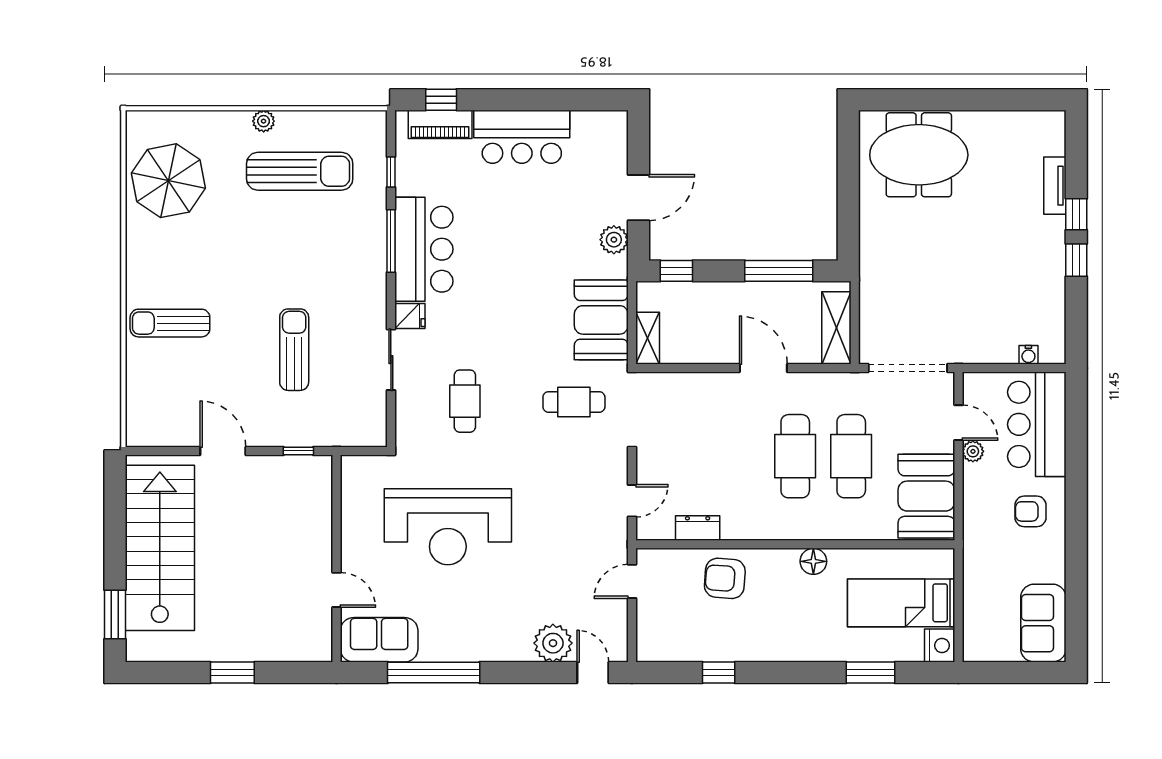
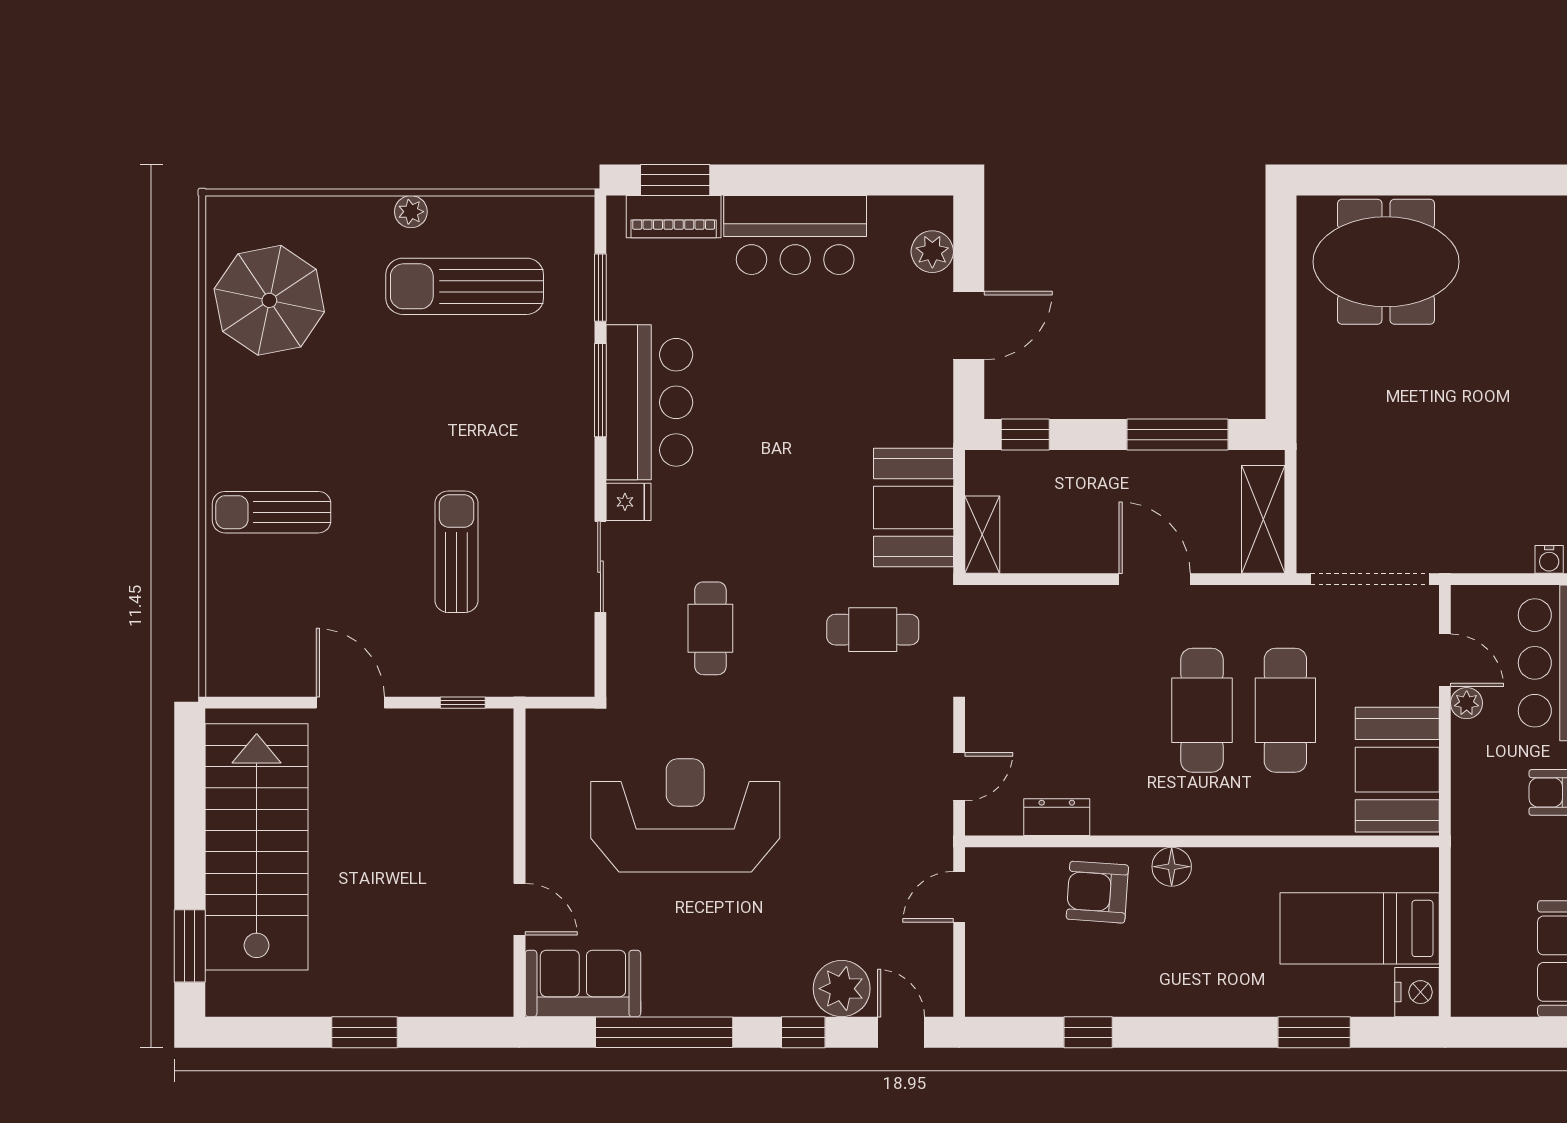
window: (441, 100) -> (675, 180), width x1.50
sun lounger: (300, 171) -> (465, 286), turned 180
window: (391, 172) -> (600, 288), width x1.50
plant: (614, 240) -> (932, 252), moved
reception desk: (448, 527) -> (685, 815), turned 180
floor lamp: (813, 561) -> (1172, 867), moved
window: (527, 673) -> (803, 1032), added

